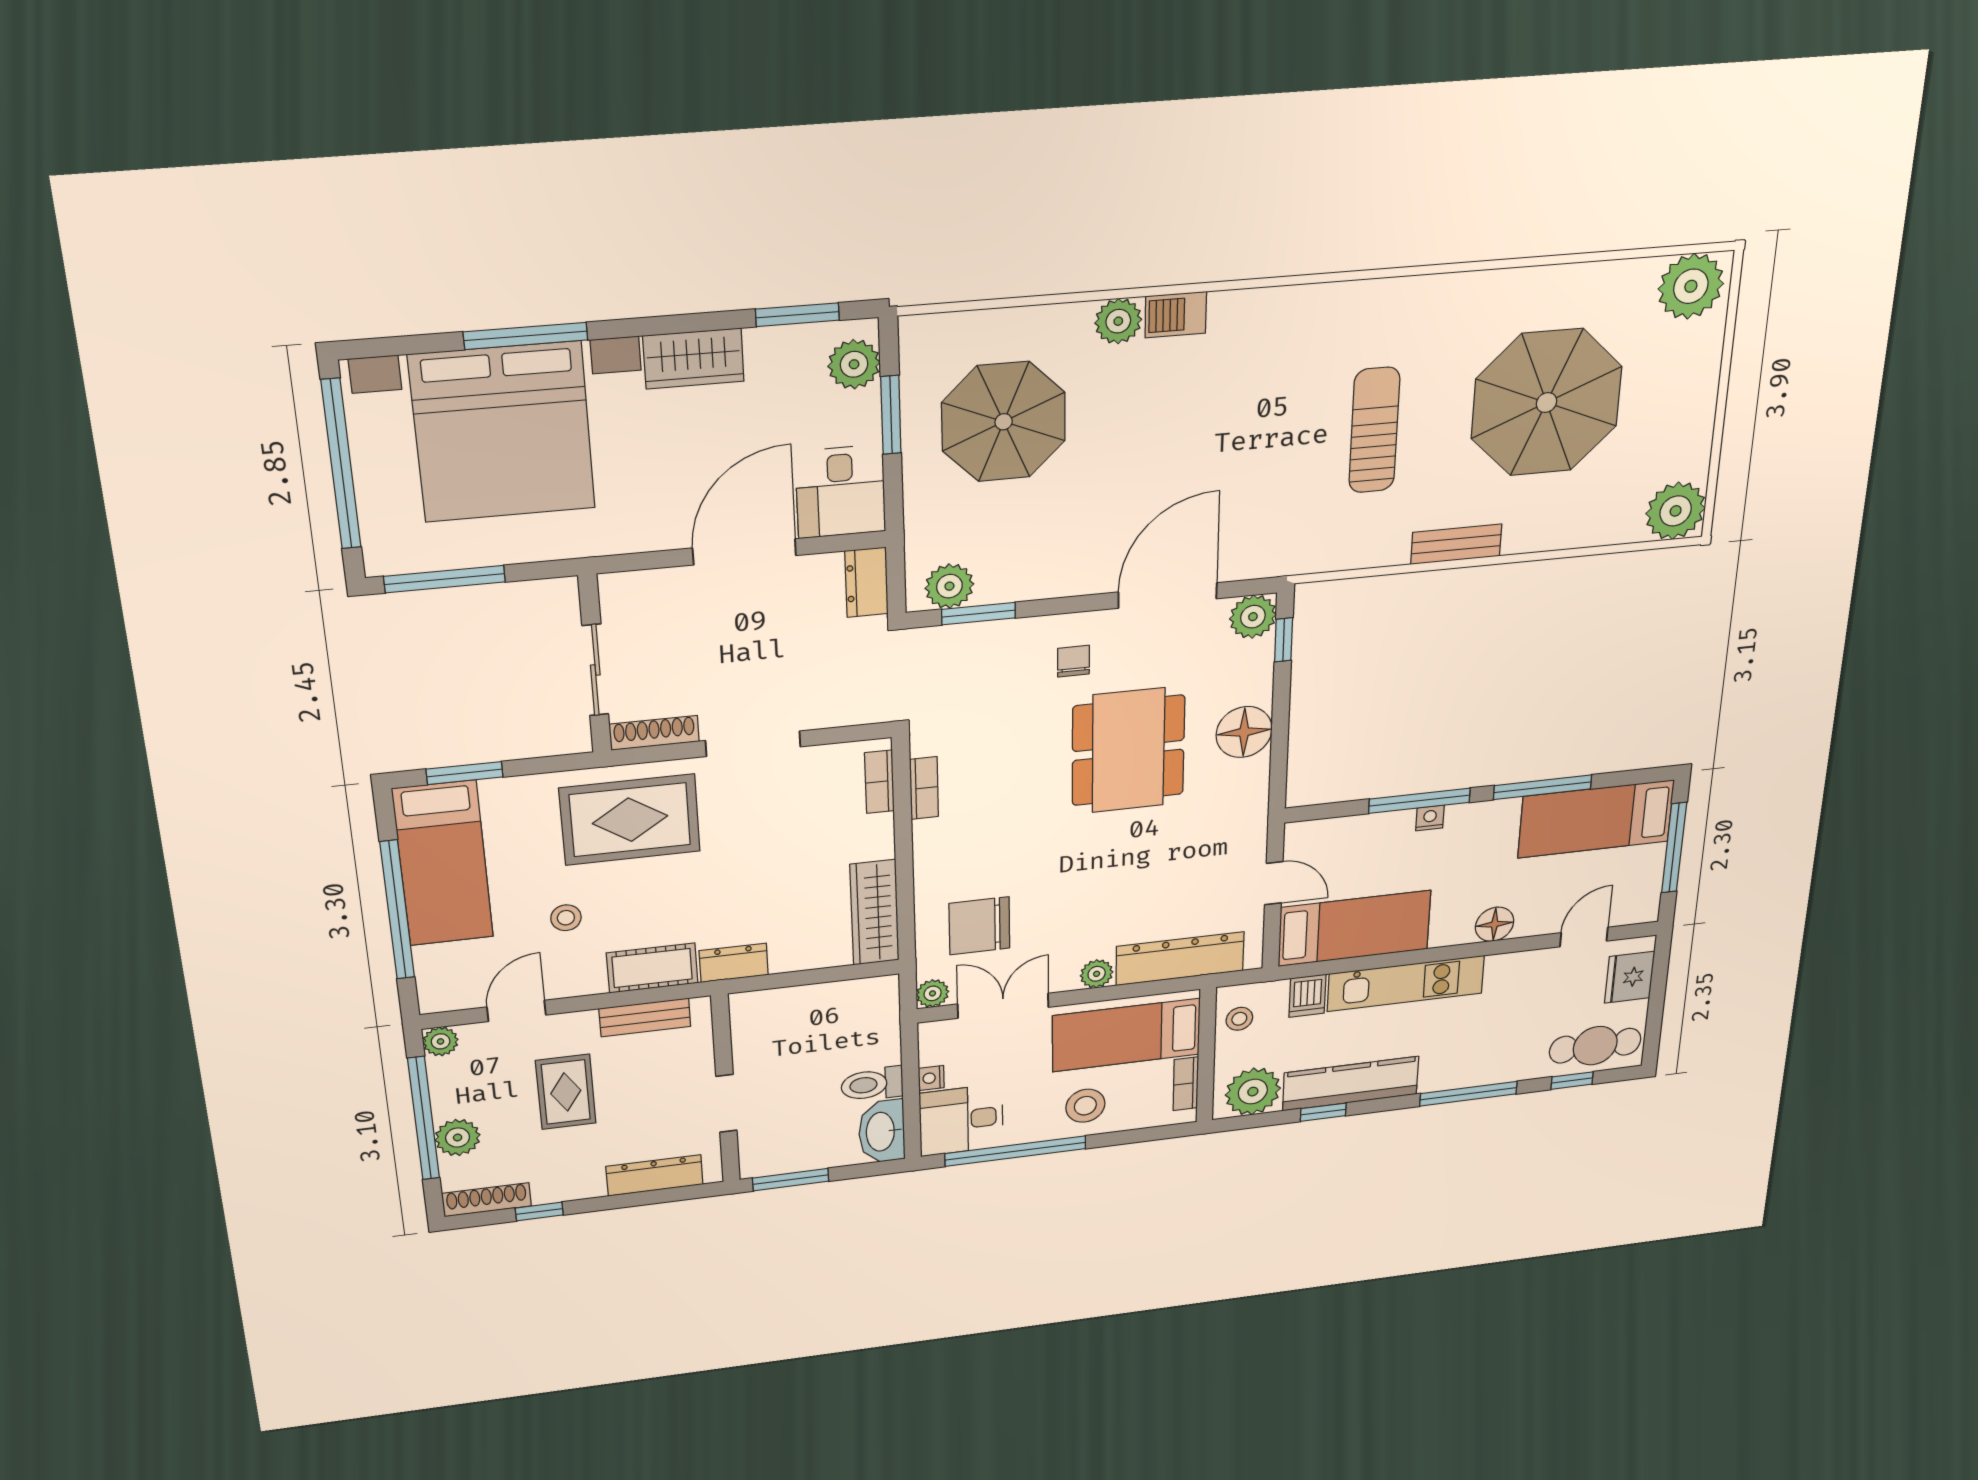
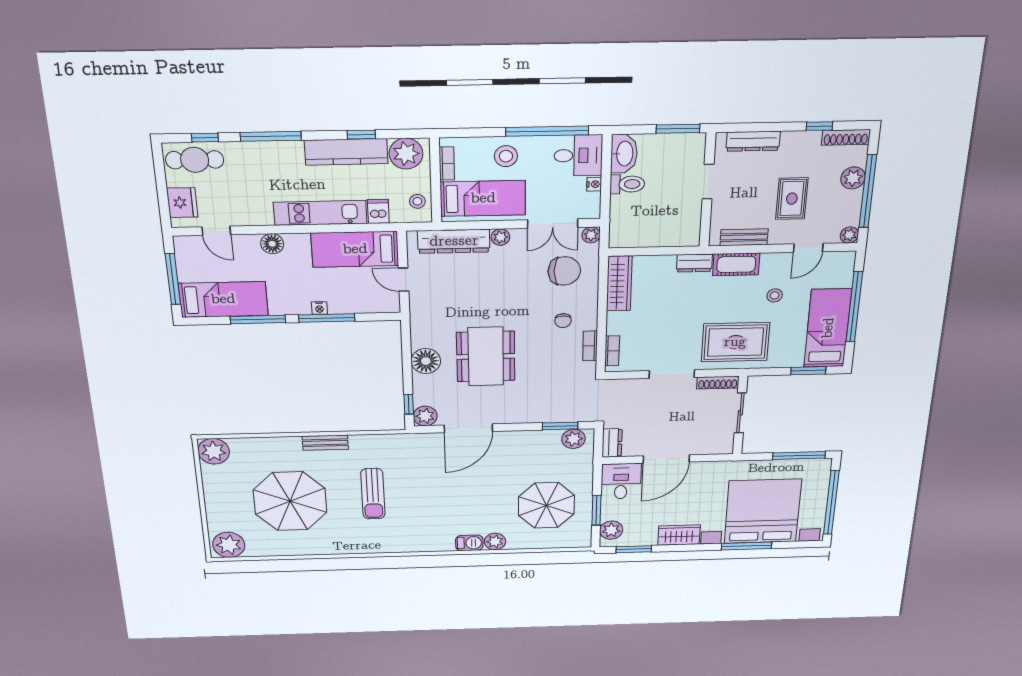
chair: (1074, 661) -> (563, 321), moved
door: (1584, 937) -> (216, 231), hinge flipped

